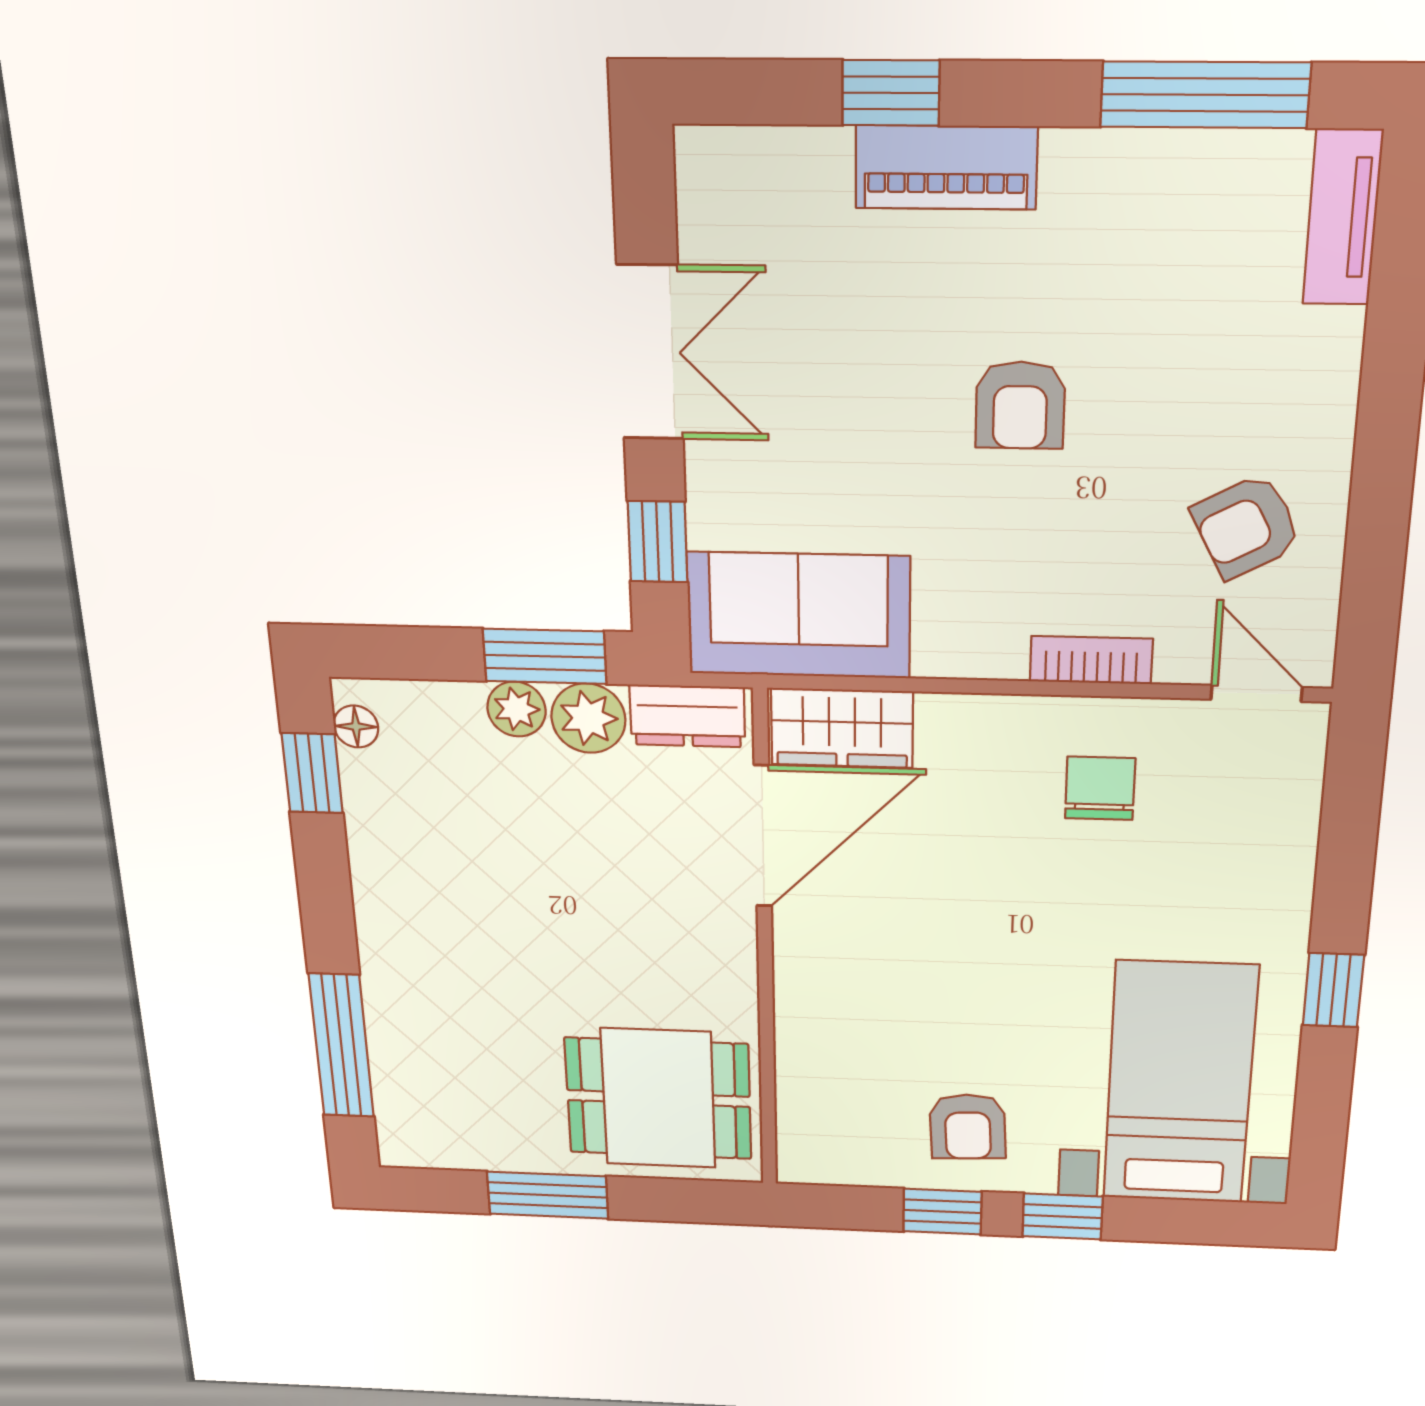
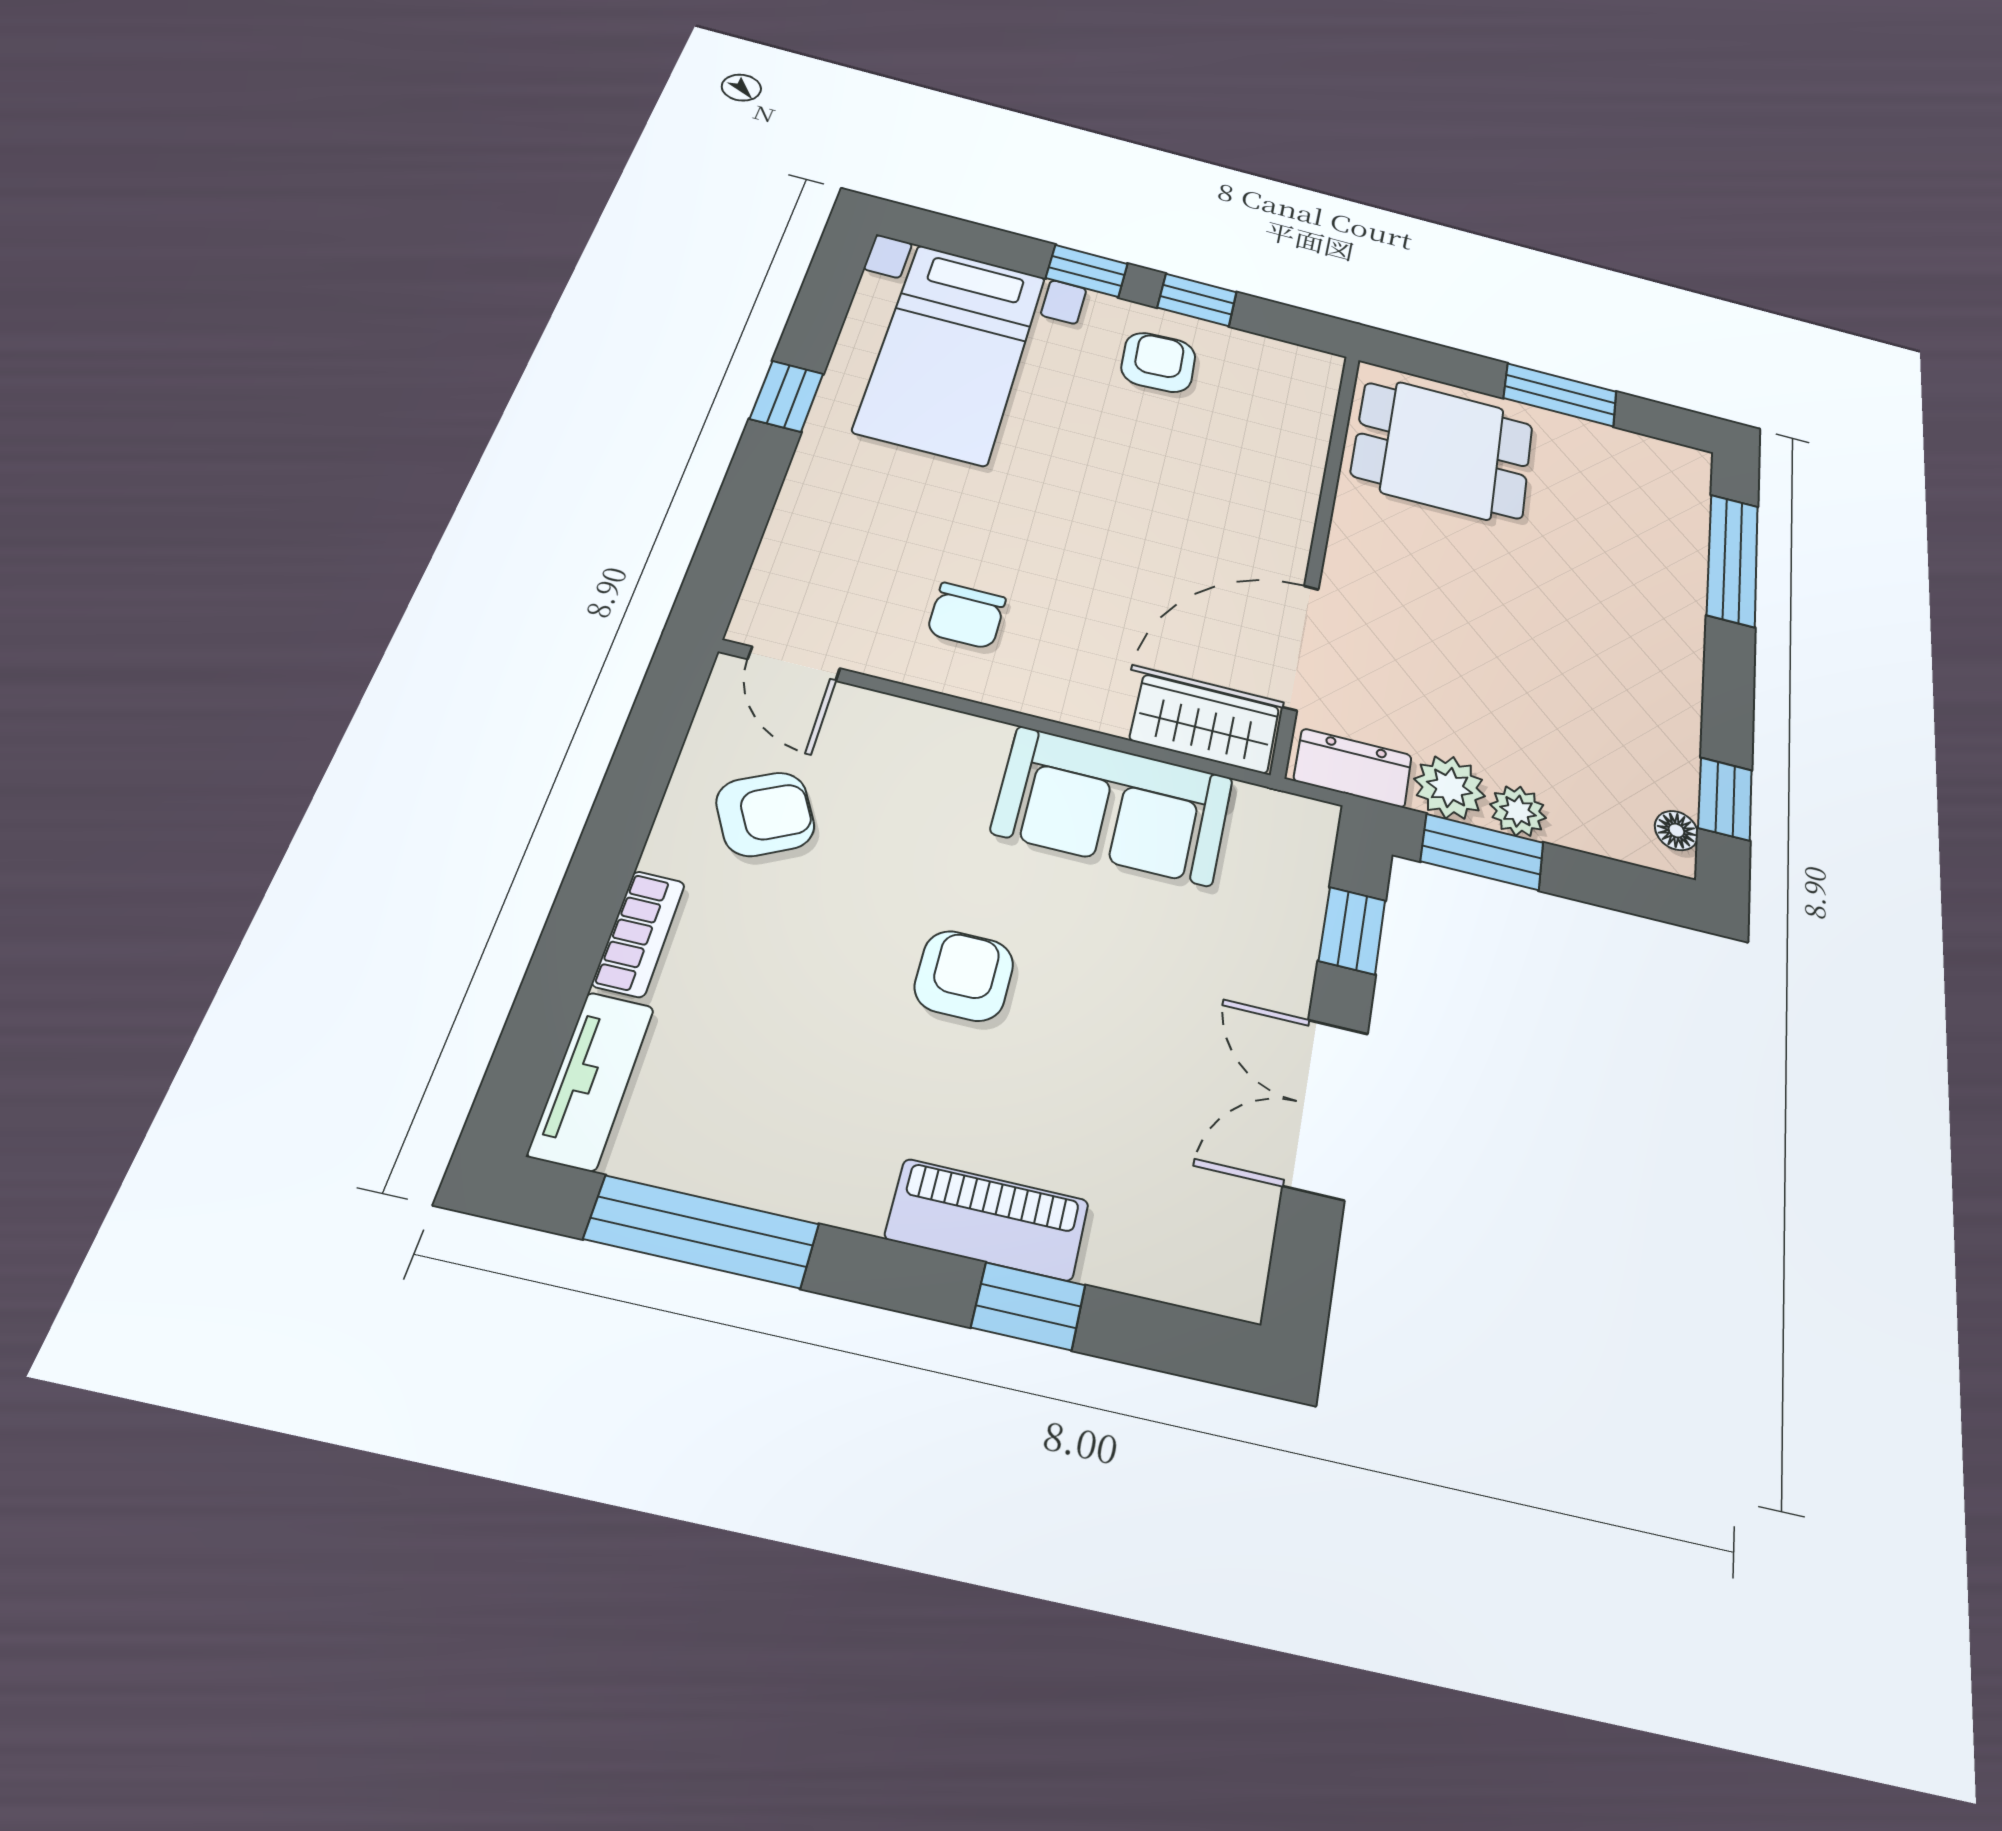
sofa: (799, 615) -> (1113, 805), moved
bookcase: (1091, 660) -> (639, 934), moved, turned -90

